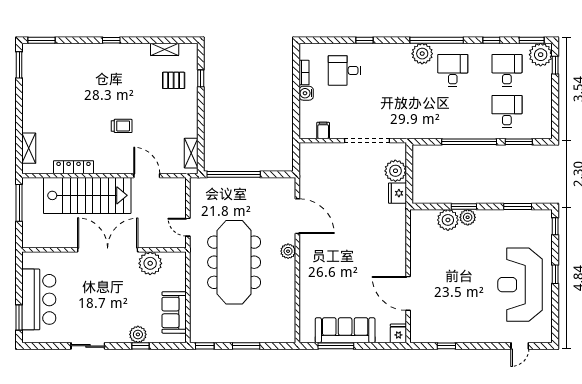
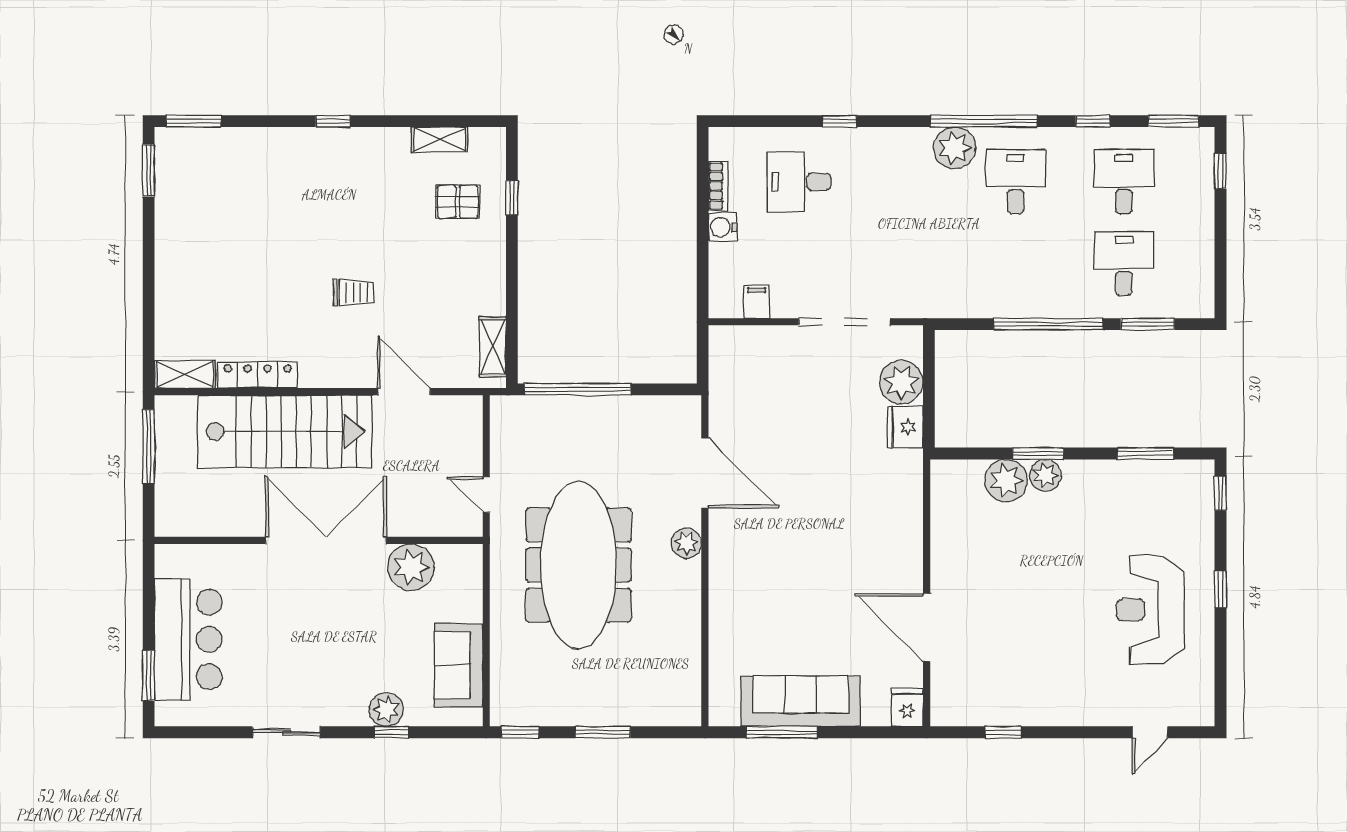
plant: (541, 55) -> (1191, 150), removed
shelving: (29, 148) -> (185, 374), moved, turned 90
reception desk: (520, 285) -> (1150, 610), width x0.74, depth x0.77

